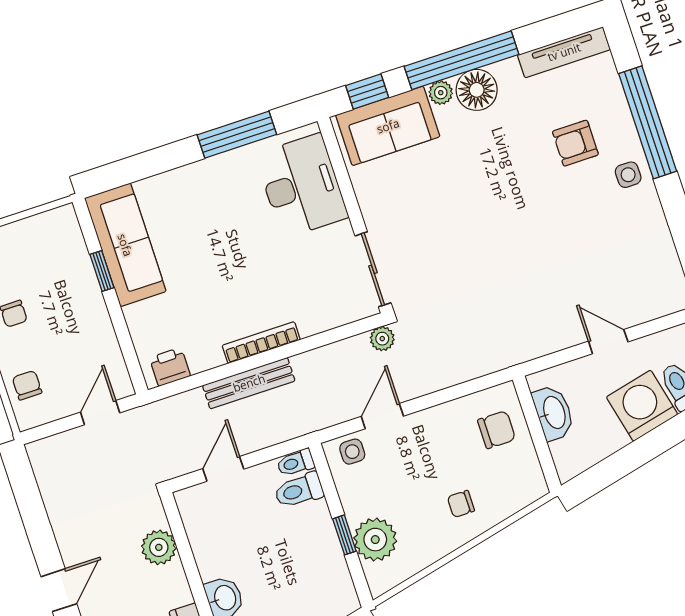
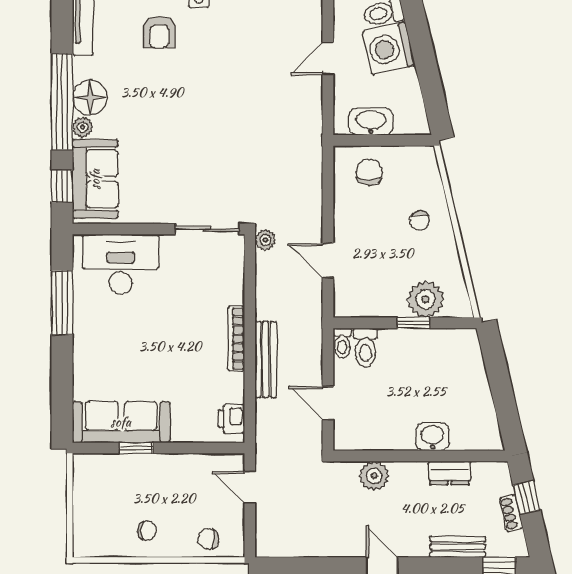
side table: (352, 452) -> (348, 294), removed

